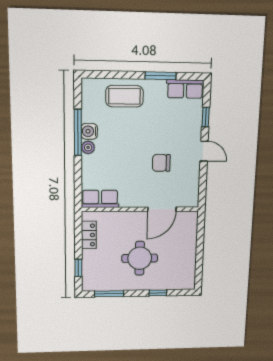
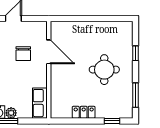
row of seats: (100, 199) -> (40, 103), moved
wall: (140, 209) -> (49, 70), moved
door: (162, 209) -> (49, 52), moved

